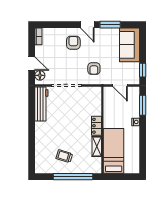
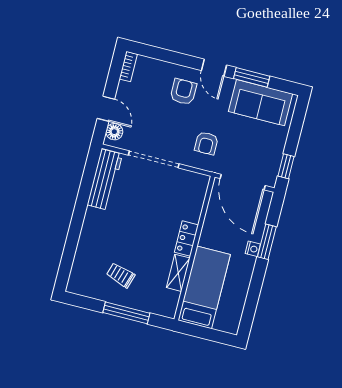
sofa: (129, 45) -> (261, 103), moved, turned -90
door: (120, 85) -> (243, 182), width x1.88
window: (143, 105) -> (267, 242), moved
window: (73, 177) -> (126, 313), width x0.68

